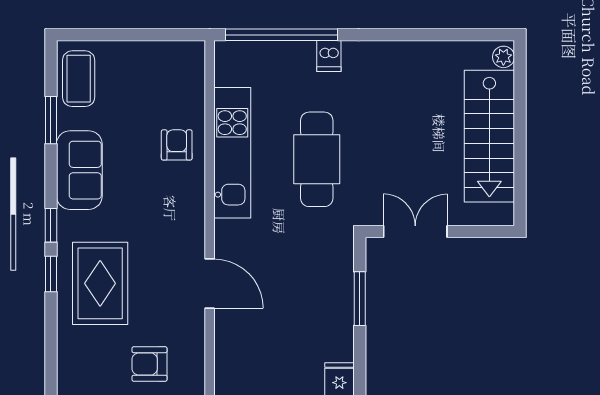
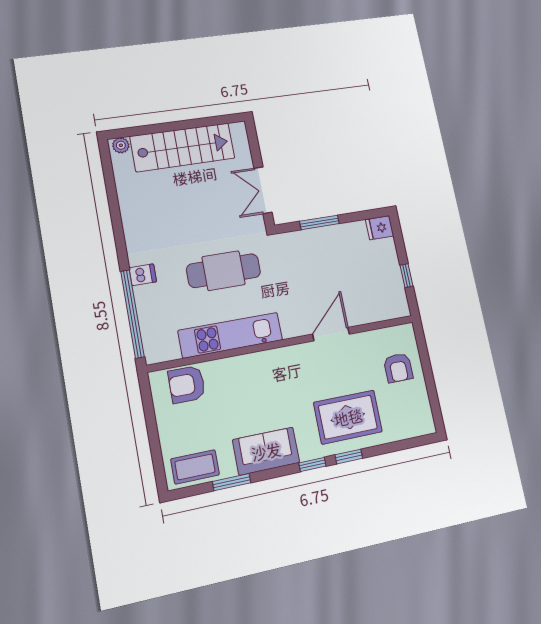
armchair: (177, 145) -> (187, 384), moved, width x1.38, depth x1.38

